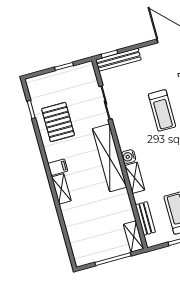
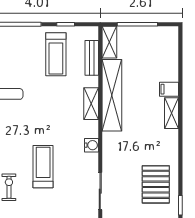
water cooler: (129, 157) -> (91, 145), moved
shelving: (110, 158) -> (112, 95), moved
filing cabinet: (58, 167) -> (169, 89), moved

